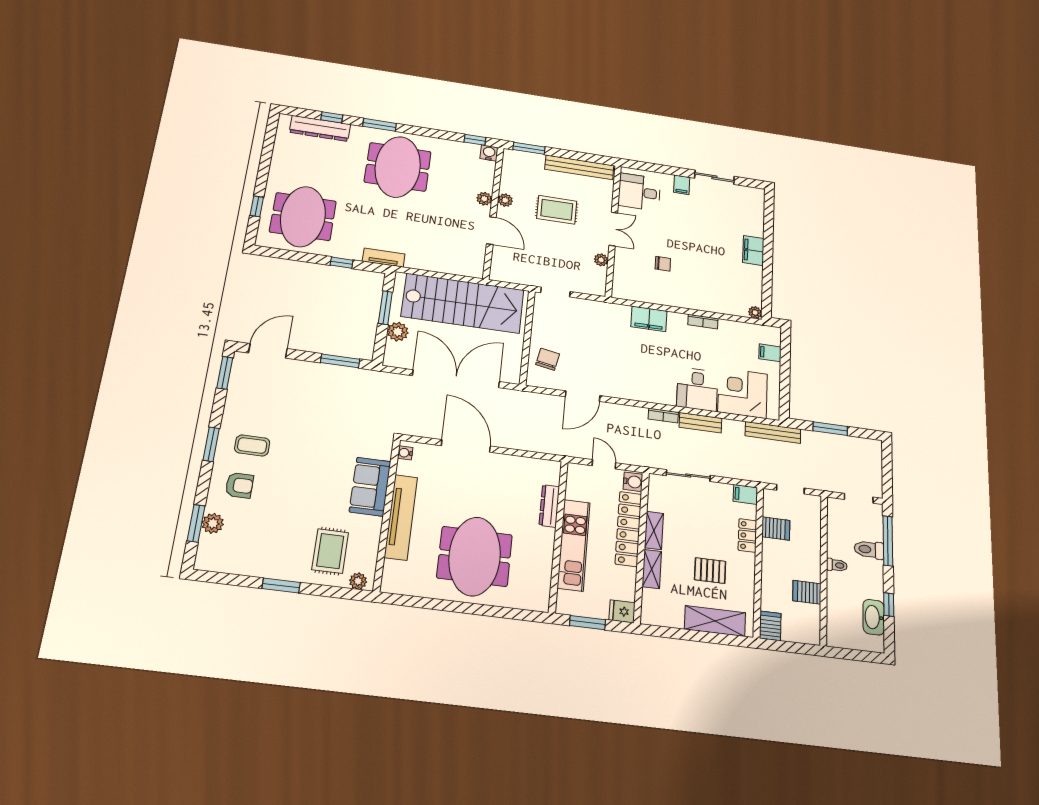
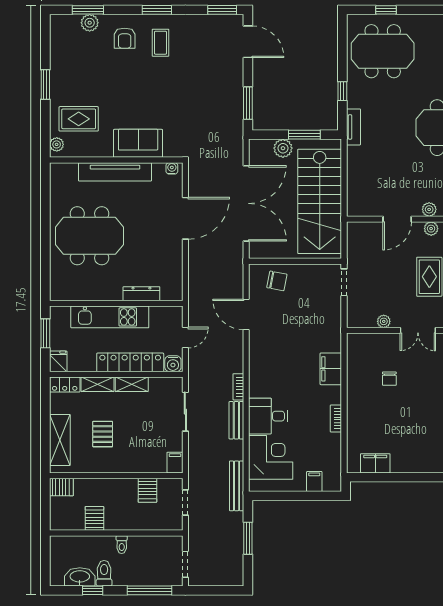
filing cabinet: (753, 251) -> (375, 463), moved
plant: (755, 313) -> (353, 467), removed
locker: (747, 536) -> (65, 385), moved, turned 180
toilet: (869, 550) -> (104, 573), moved

